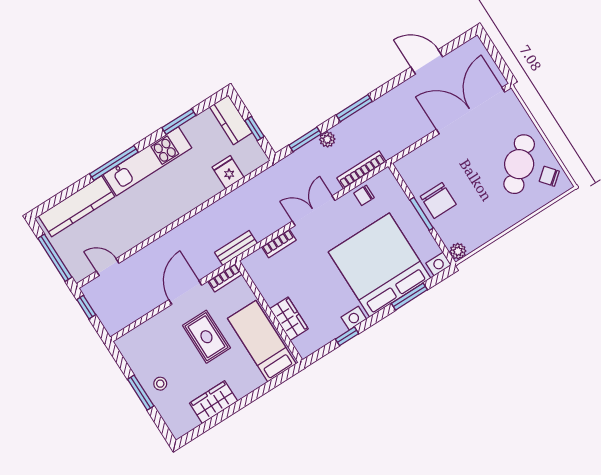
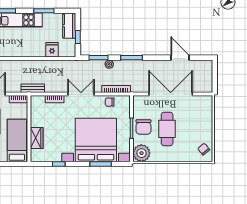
double door: (471, 111) -> (171, 94), moved
cafe table: (519, 164) -> (167, 129), moved, turned -47
plant: (458, 251) -> (141, 153), width x1.88, depth x1.88

